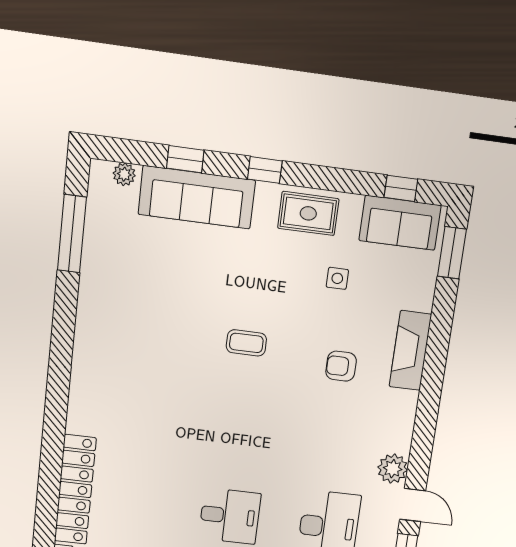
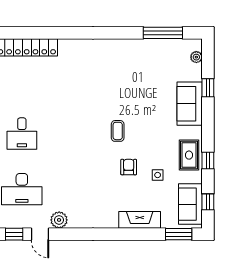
window: (265, 170) -> (208, 160), moved
sofa: (197, 197) -> (190, 104), width x0.73
fireplace: (410, 350) -> (140, 220), moved
armchair: (341, 366) -> (129, 167), moved
door: (413, 505) -> (40, 234), hinge flipped

